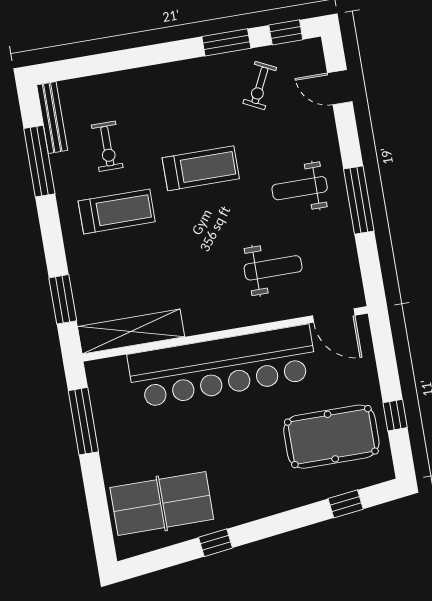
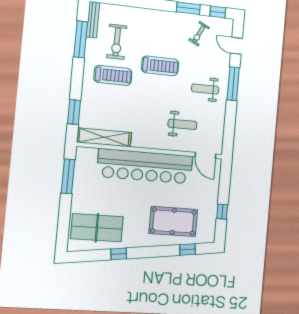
exercise bike: (107, 146) -> (117, 42), width x1.38, depth x1.39
window: (359, 200) -> (233, 84), moved
pool table: (331, 437) -> (173, 221), moved

